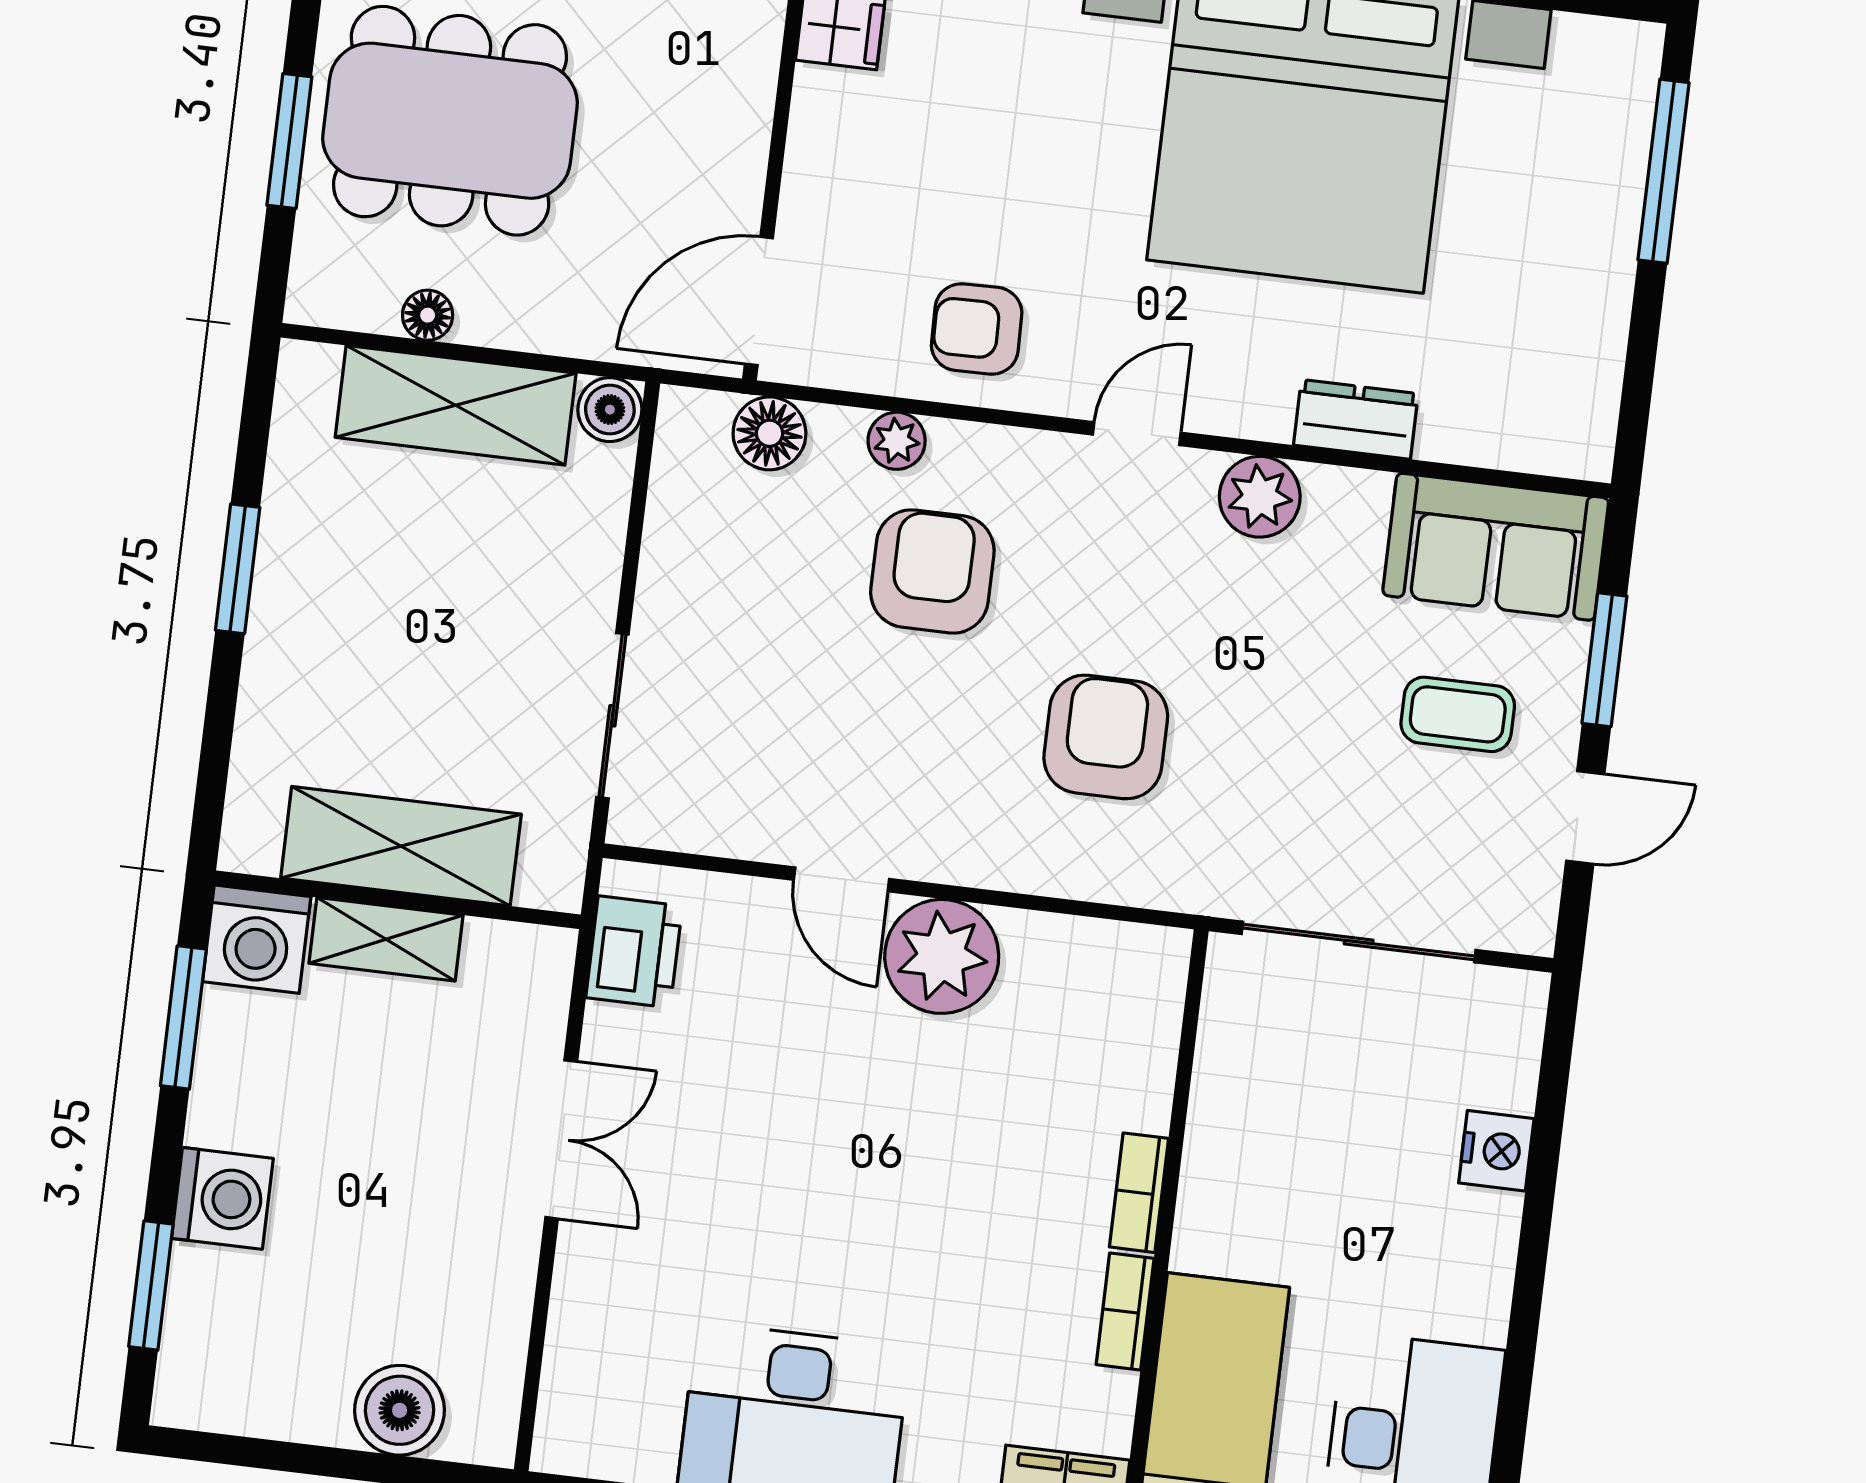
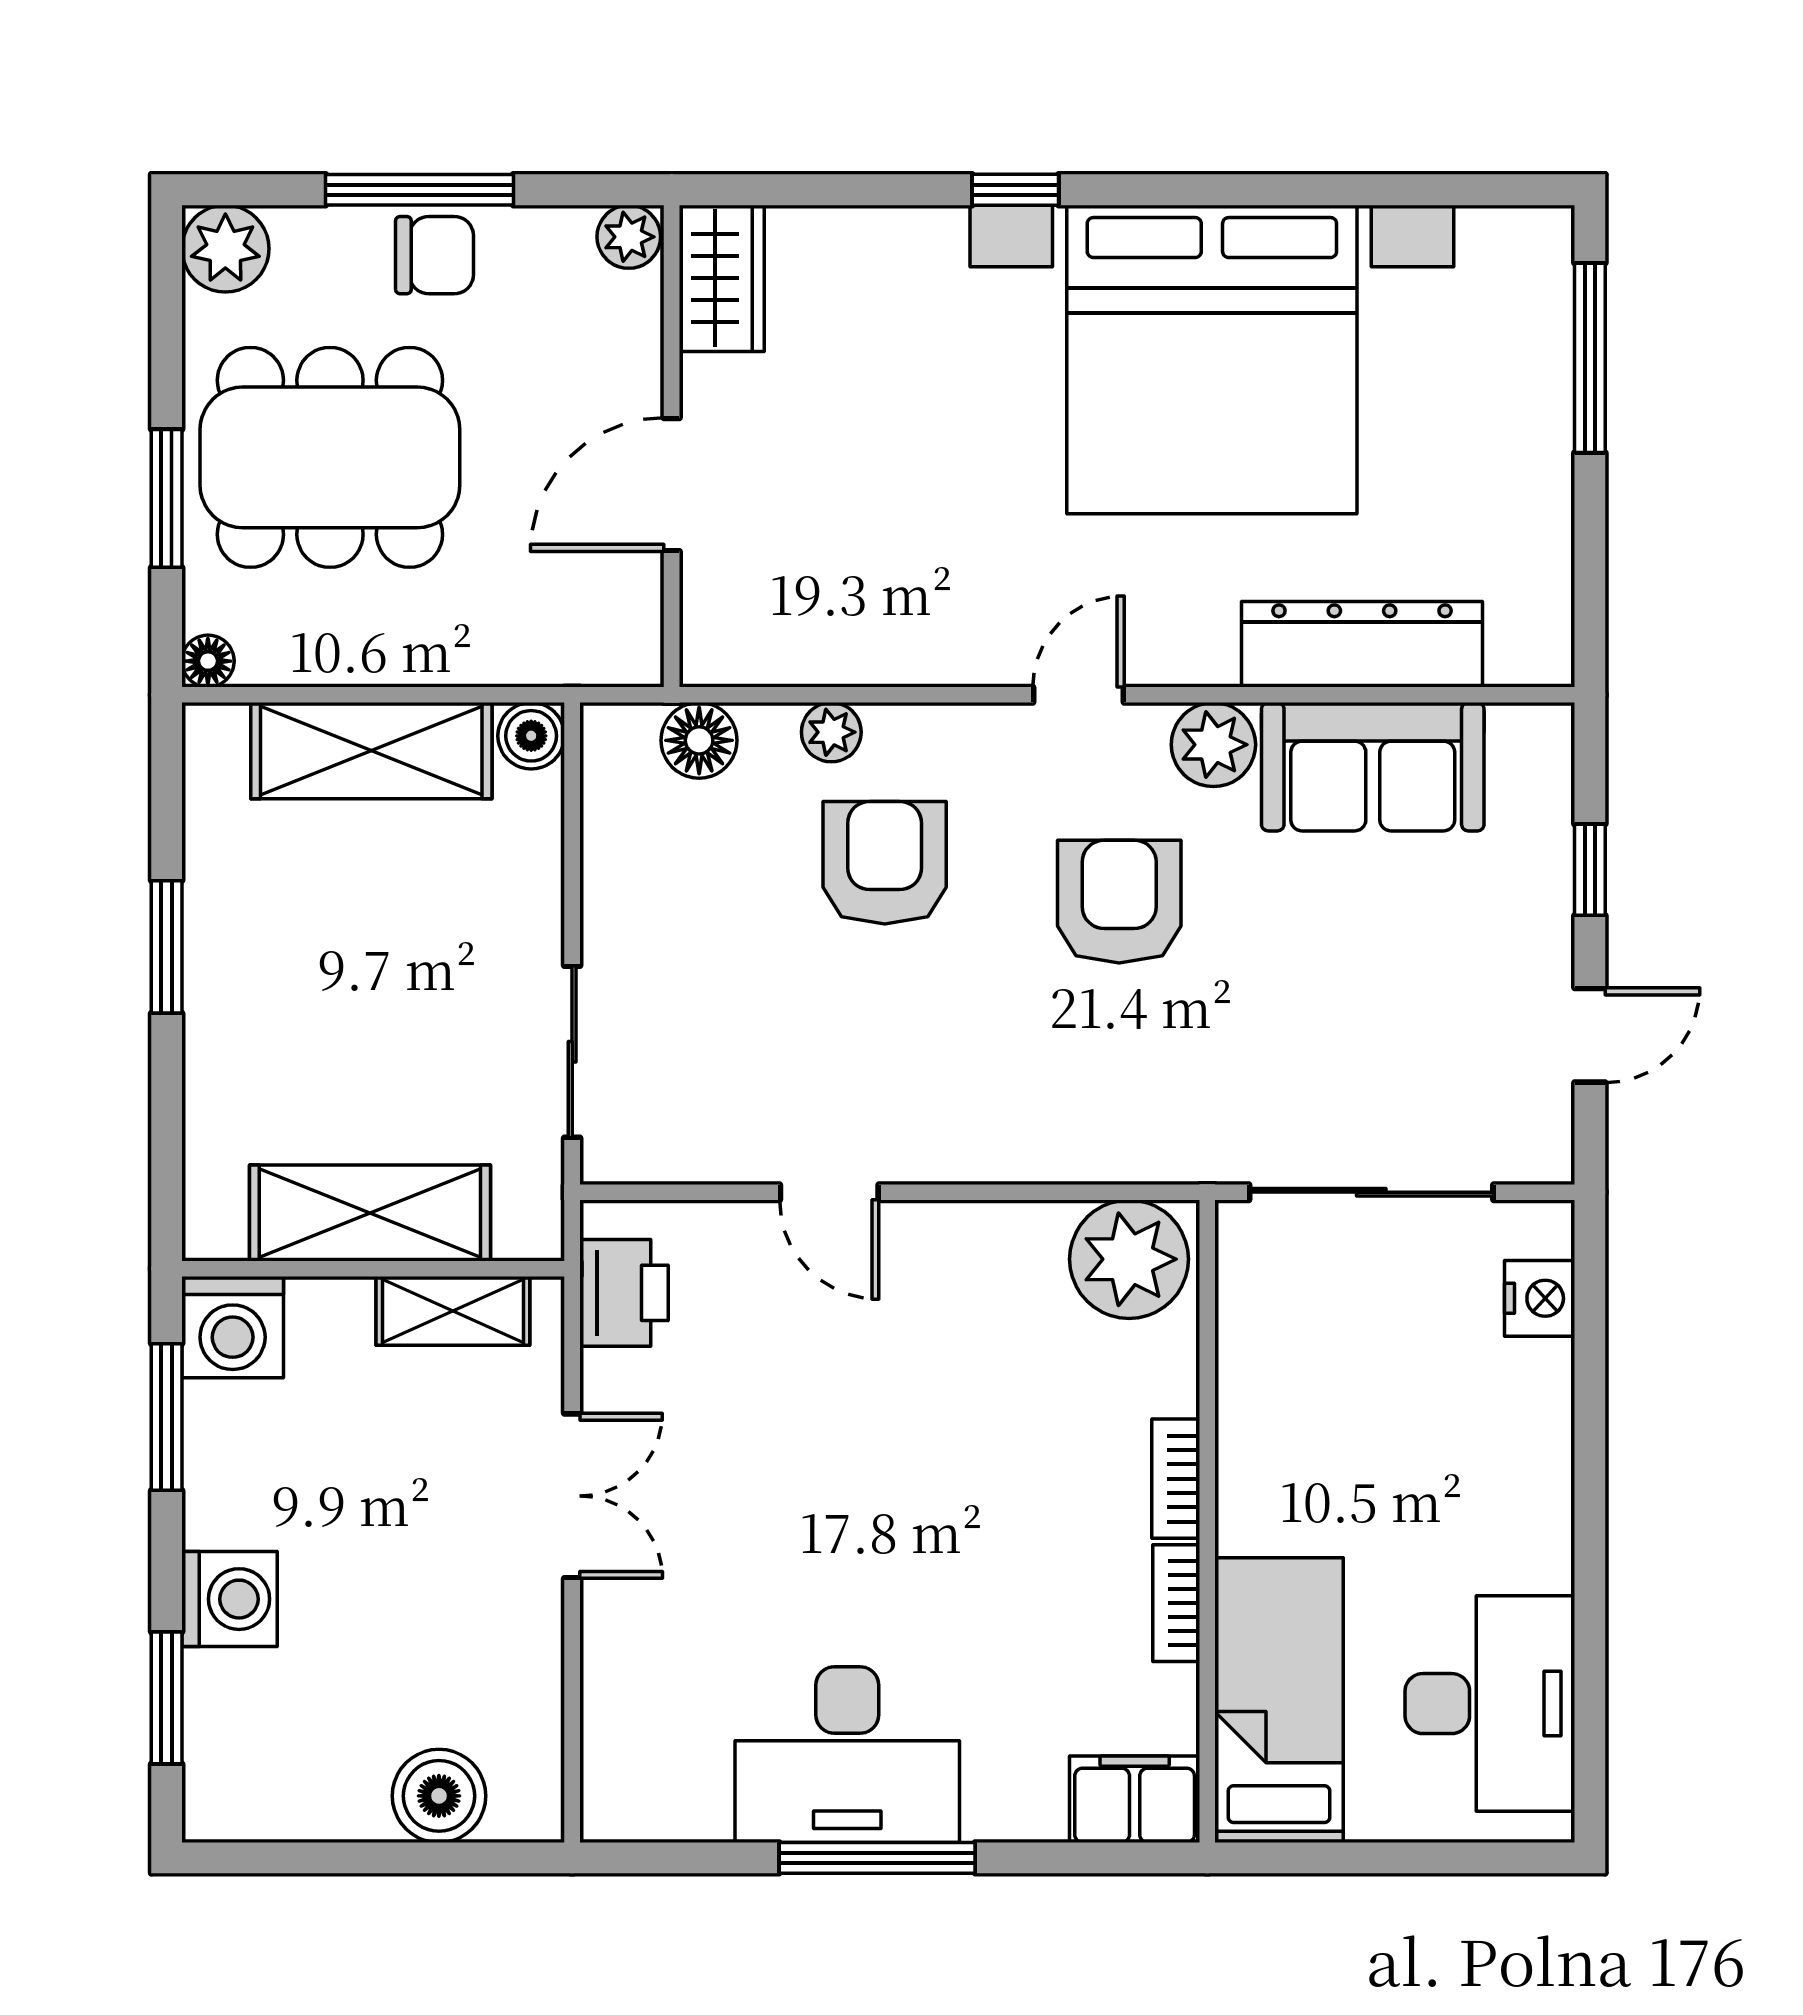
door: (759, 301) -> (672, 485), moved
floor lamp: (428, 315) -> (208, 661), moved
armchair: (977, 329) -> (900, 607), removed
dresser: (1356, 419) -> (1362, 644), width x1.96, depth x1.24
sofa: (1496, 547) -> (1373, 767), moved
window: (1604, 660) -> (1590, 870), width x0.67
coffee table: (1458, 714) -> (1445, 945), removed
armchair: (1106, 737) -> (1119, 902), moved
shelving: (386, 939) -> (453, 1311), moved
plant: (942, 956) -> (1129, 1259), moved
nightstand: (1496, 1151) -> (1540, 1298), moved

